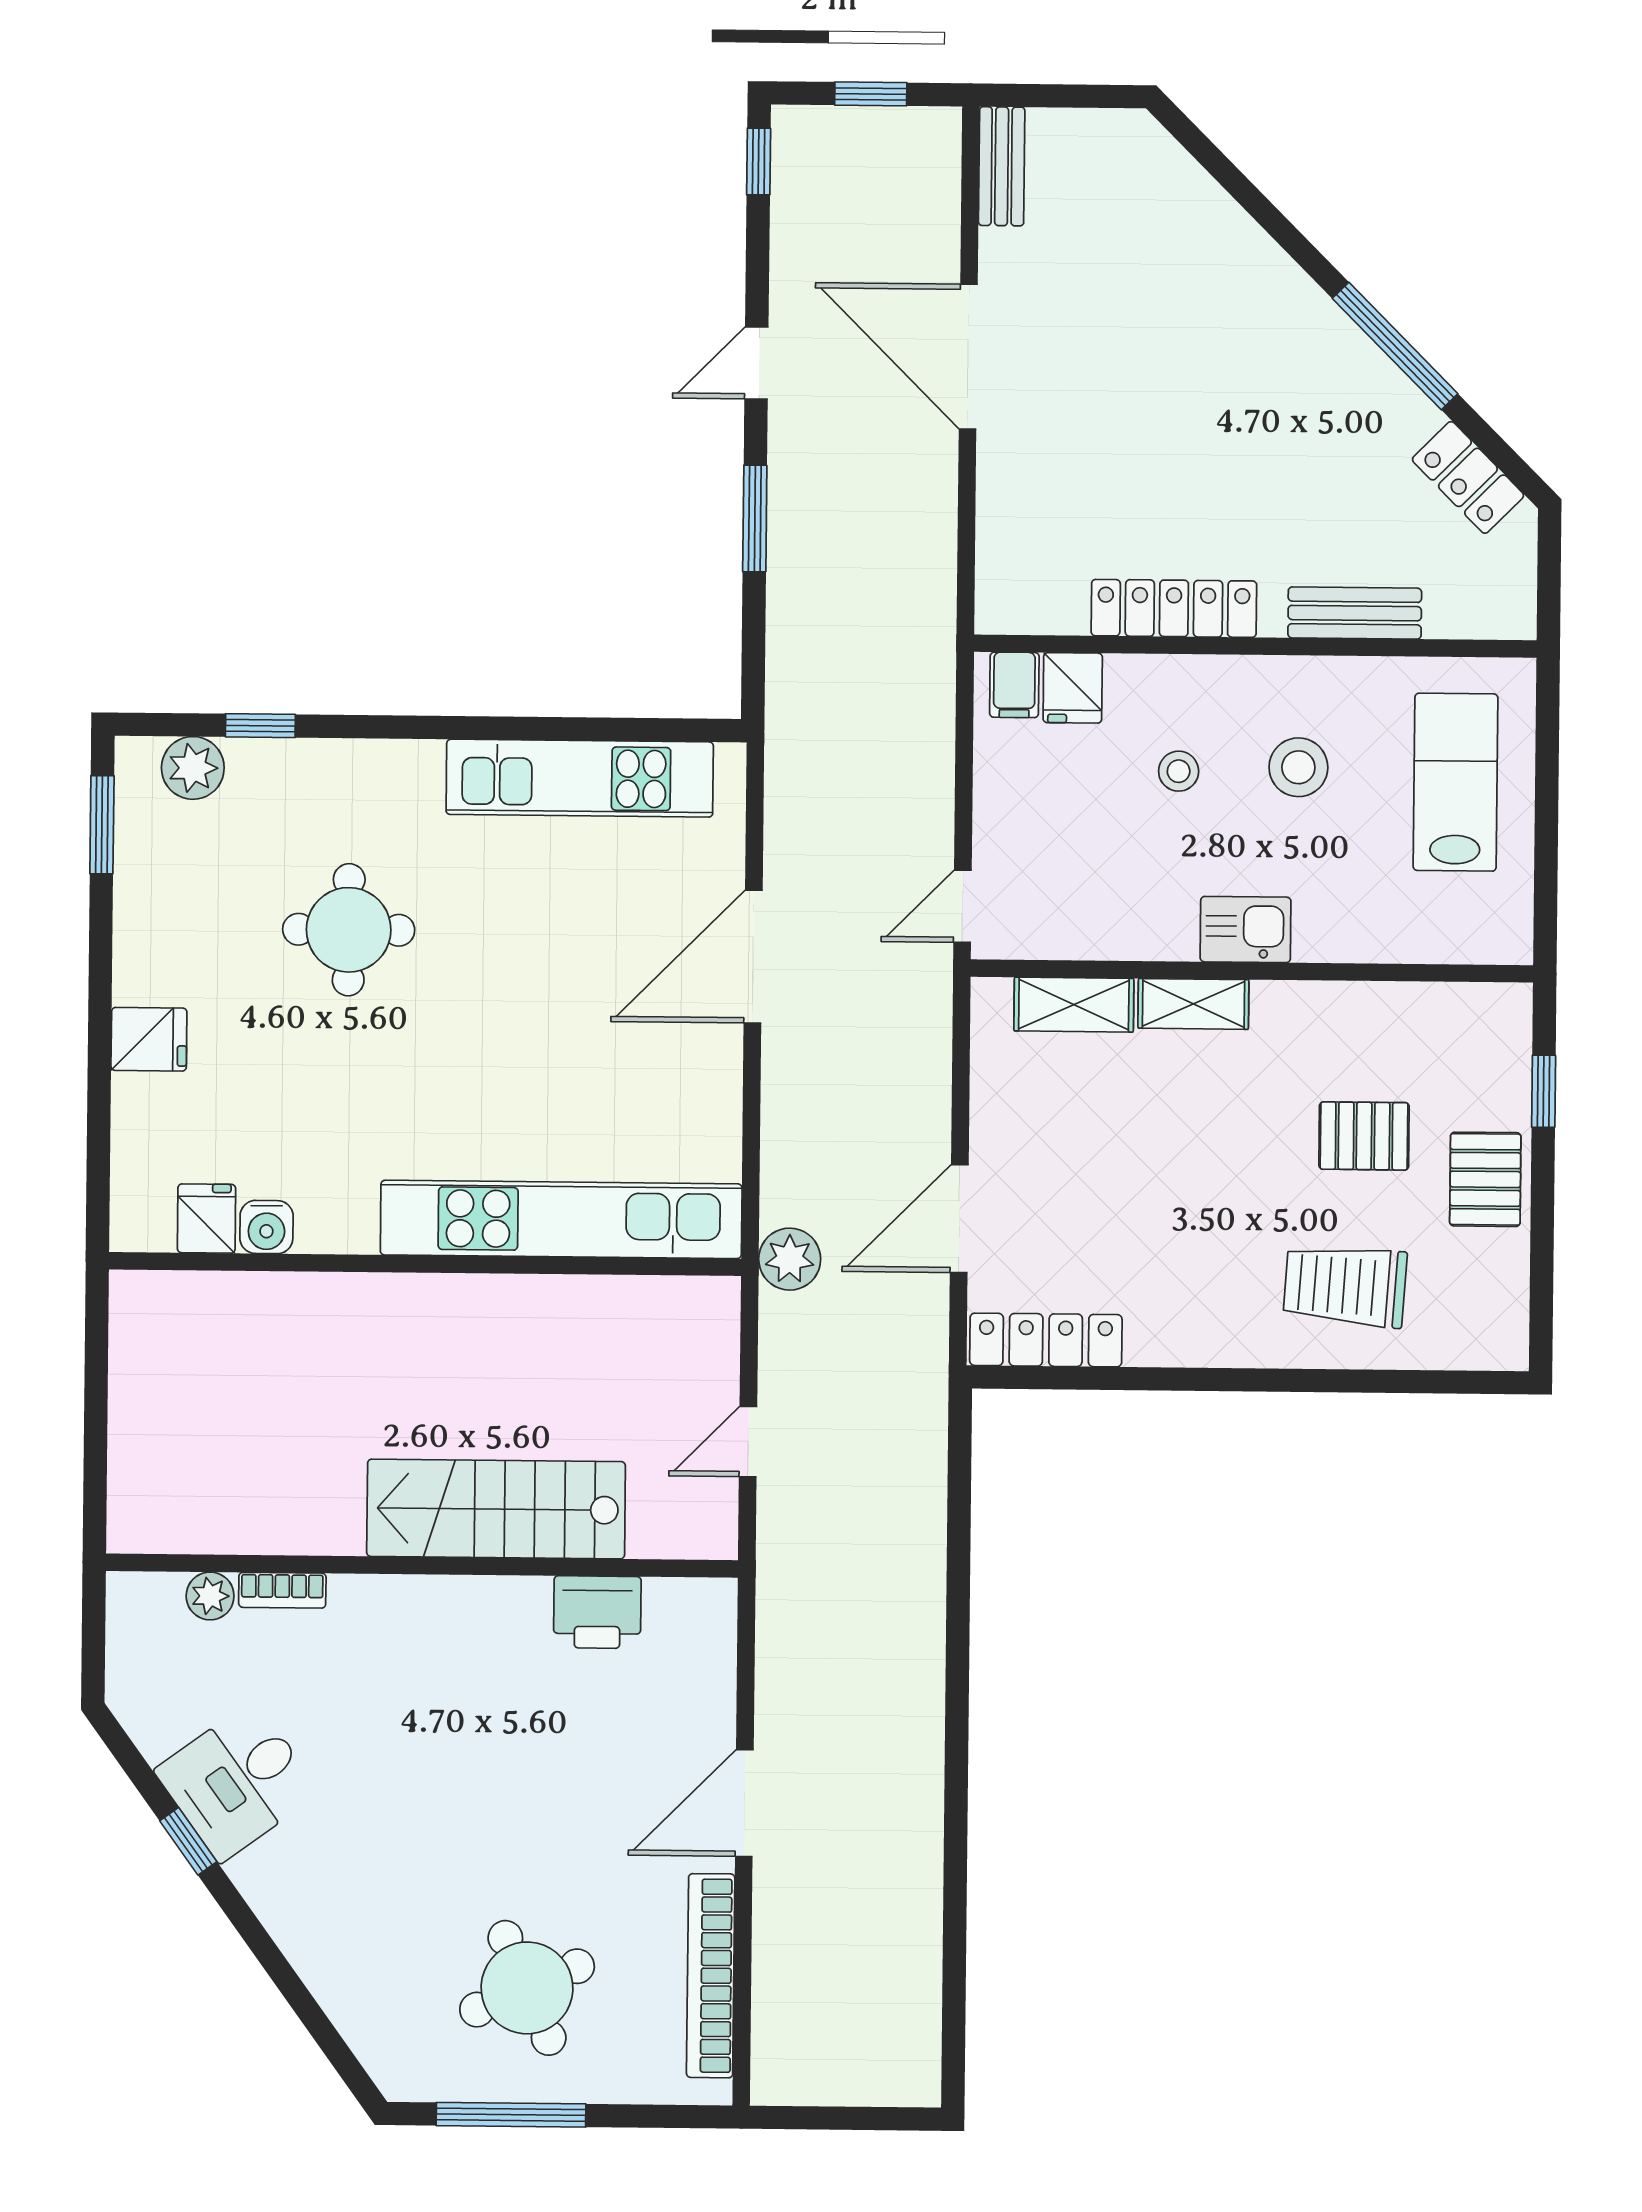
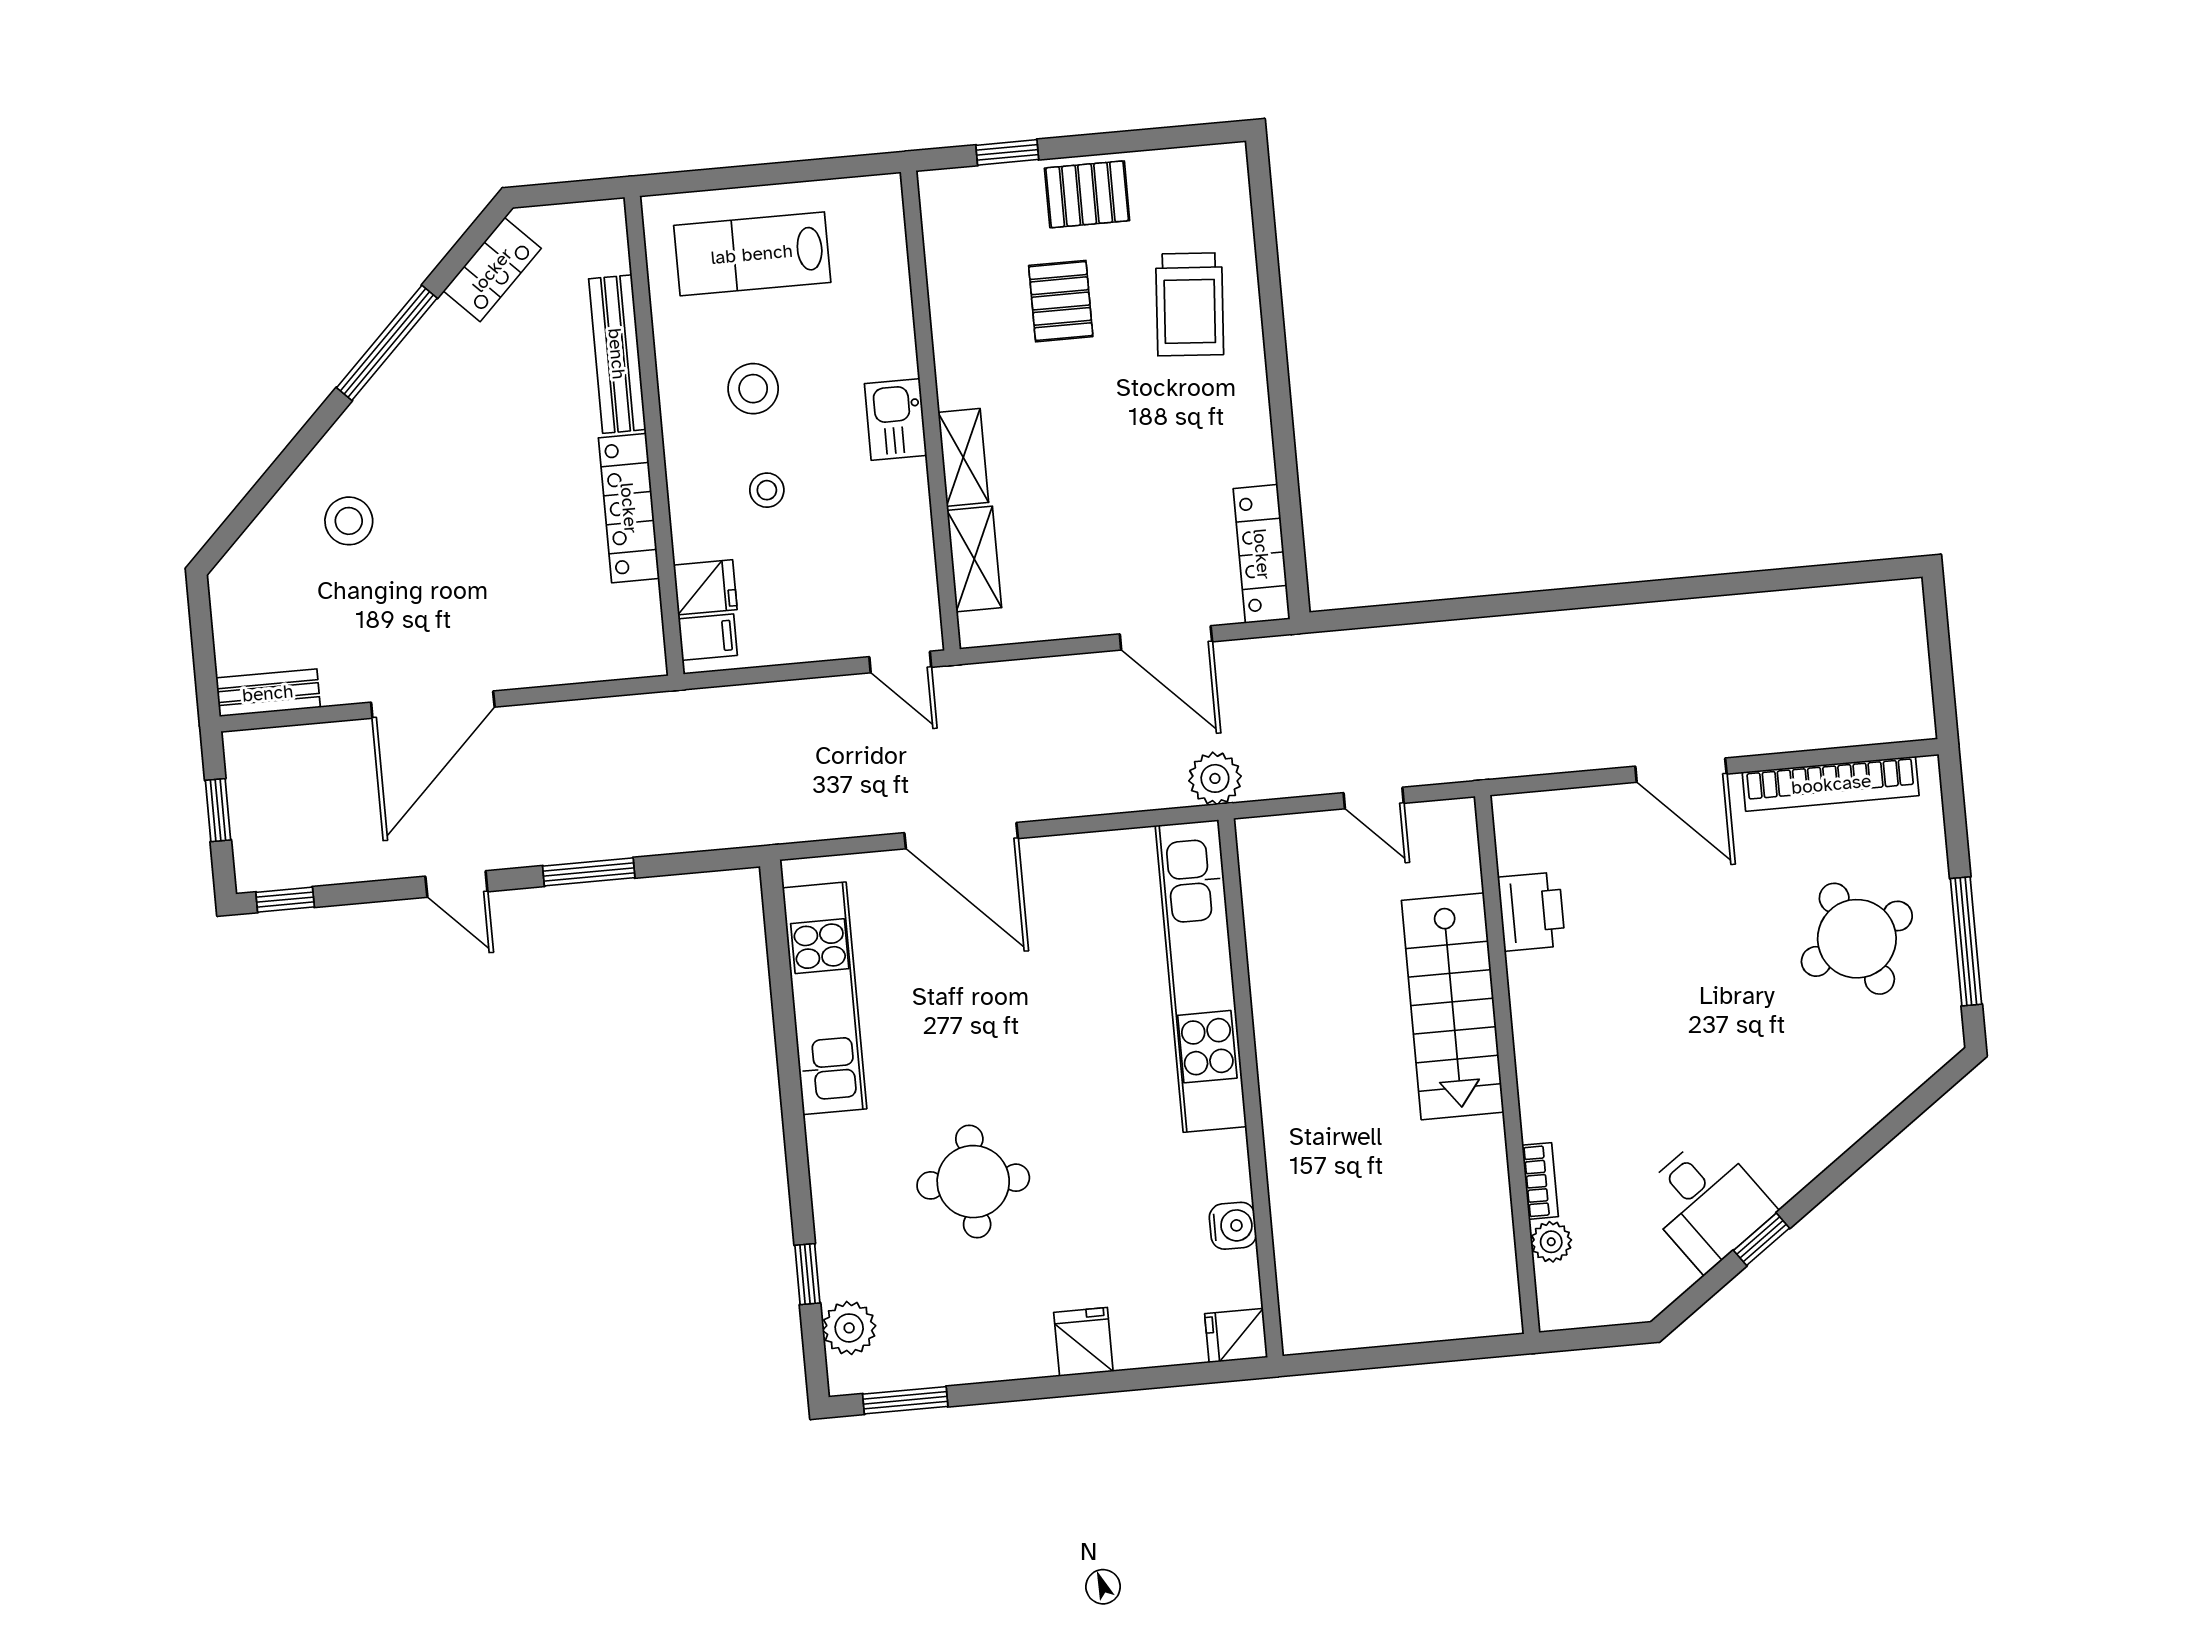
stool: (1192, 281) -> (349, 521), added
bench: (1355, 613) -> (617, 354), width x1.36
fridge: (206, 1219) -> (1236, 1335), moved

